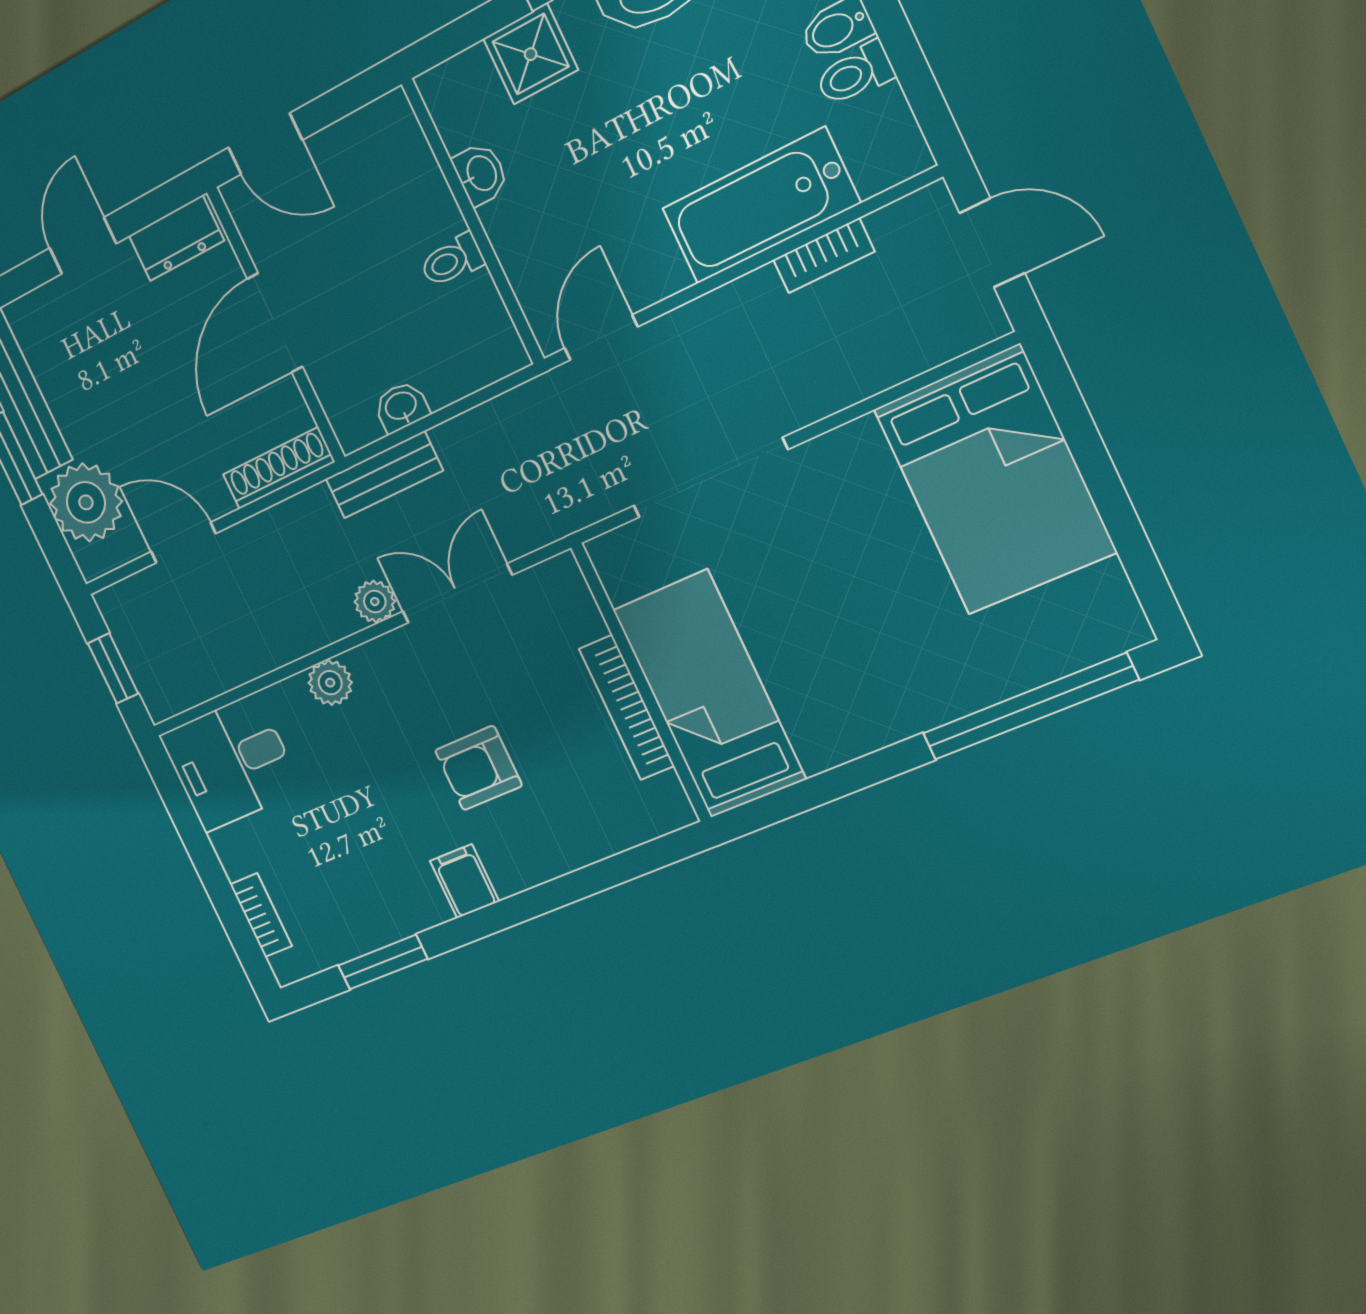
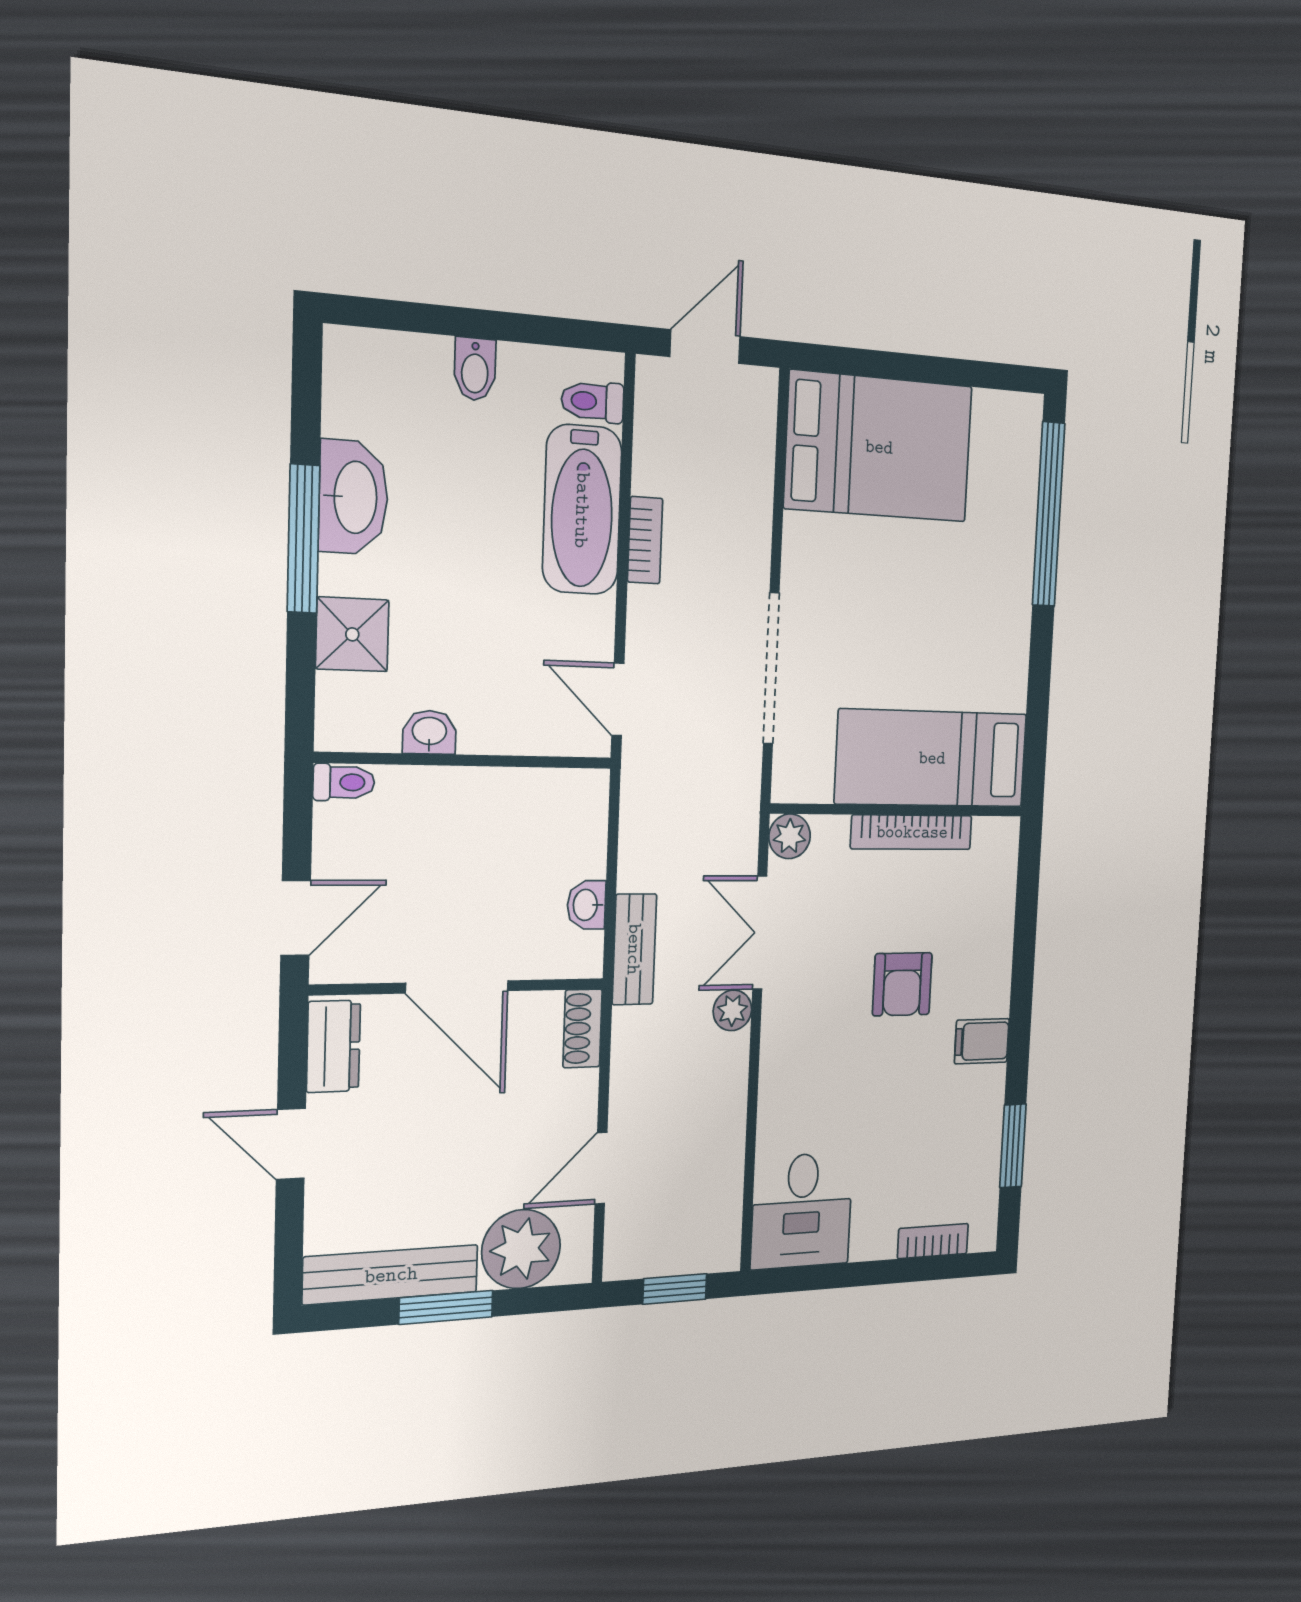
toilet: (855, 74) -> (593, 401), moved, turned 90
bookcase: (824, 256) -> (645, 540), moved
toilet: (452, 260) -> (344, 782), moved, turned -90
shoe rack: (279, 468) -> (583, 1028), width x0.70
plant: (330, 683) -> (790, 836), moved

